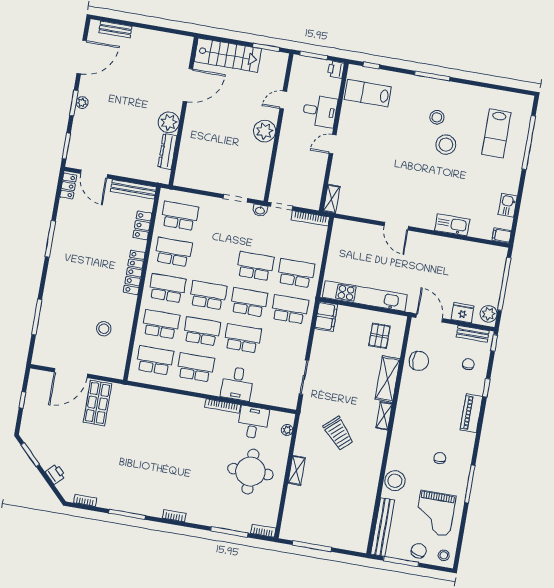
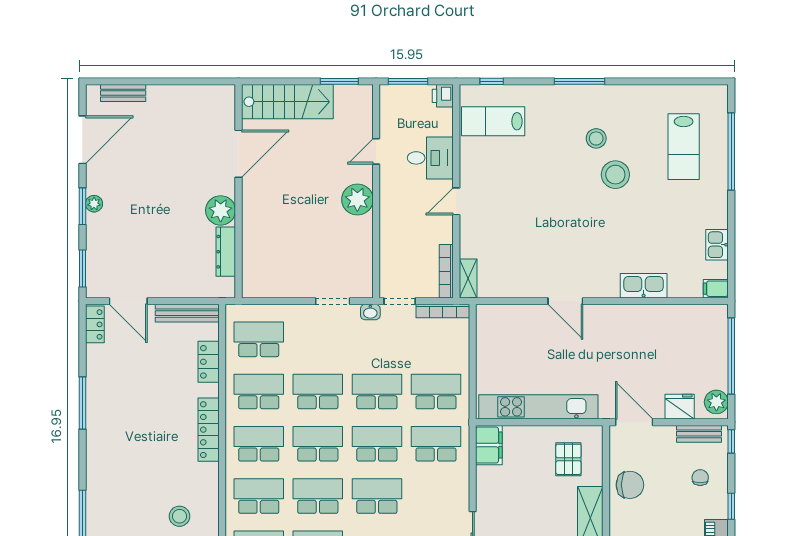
bookcase: (317, 191) -> (446, 271), added
school desk: (214, 259) -> (318, 392), added

